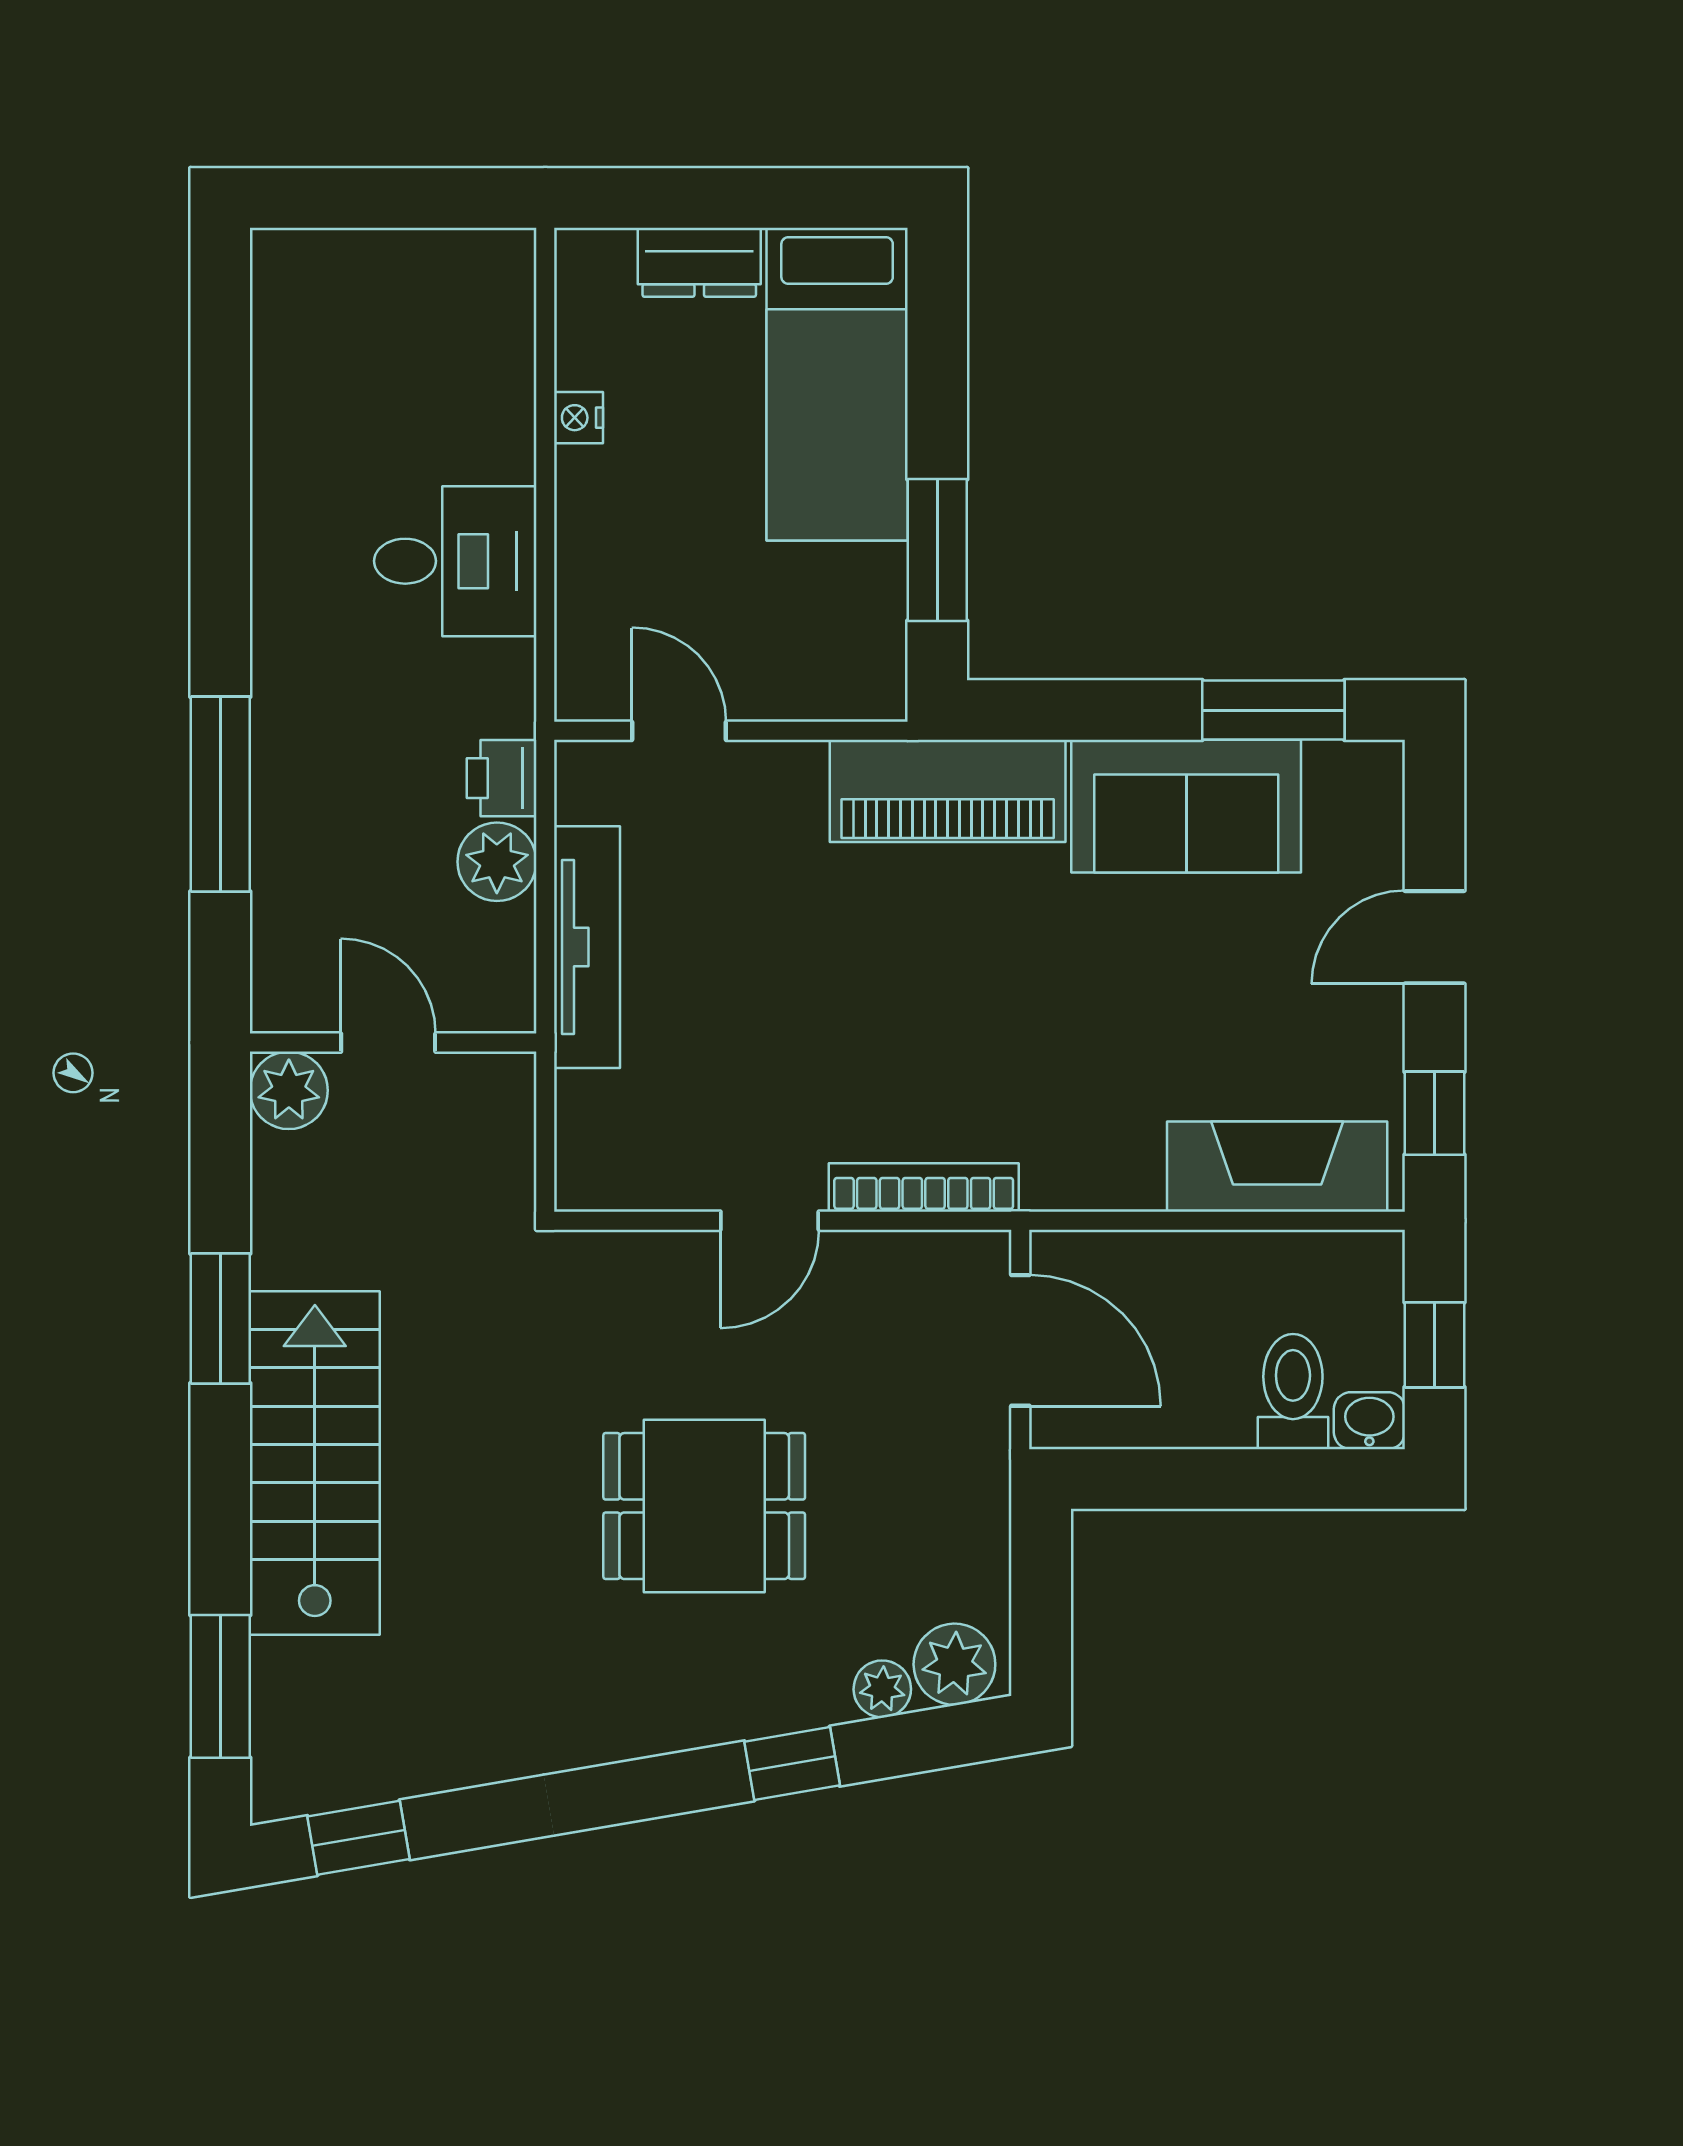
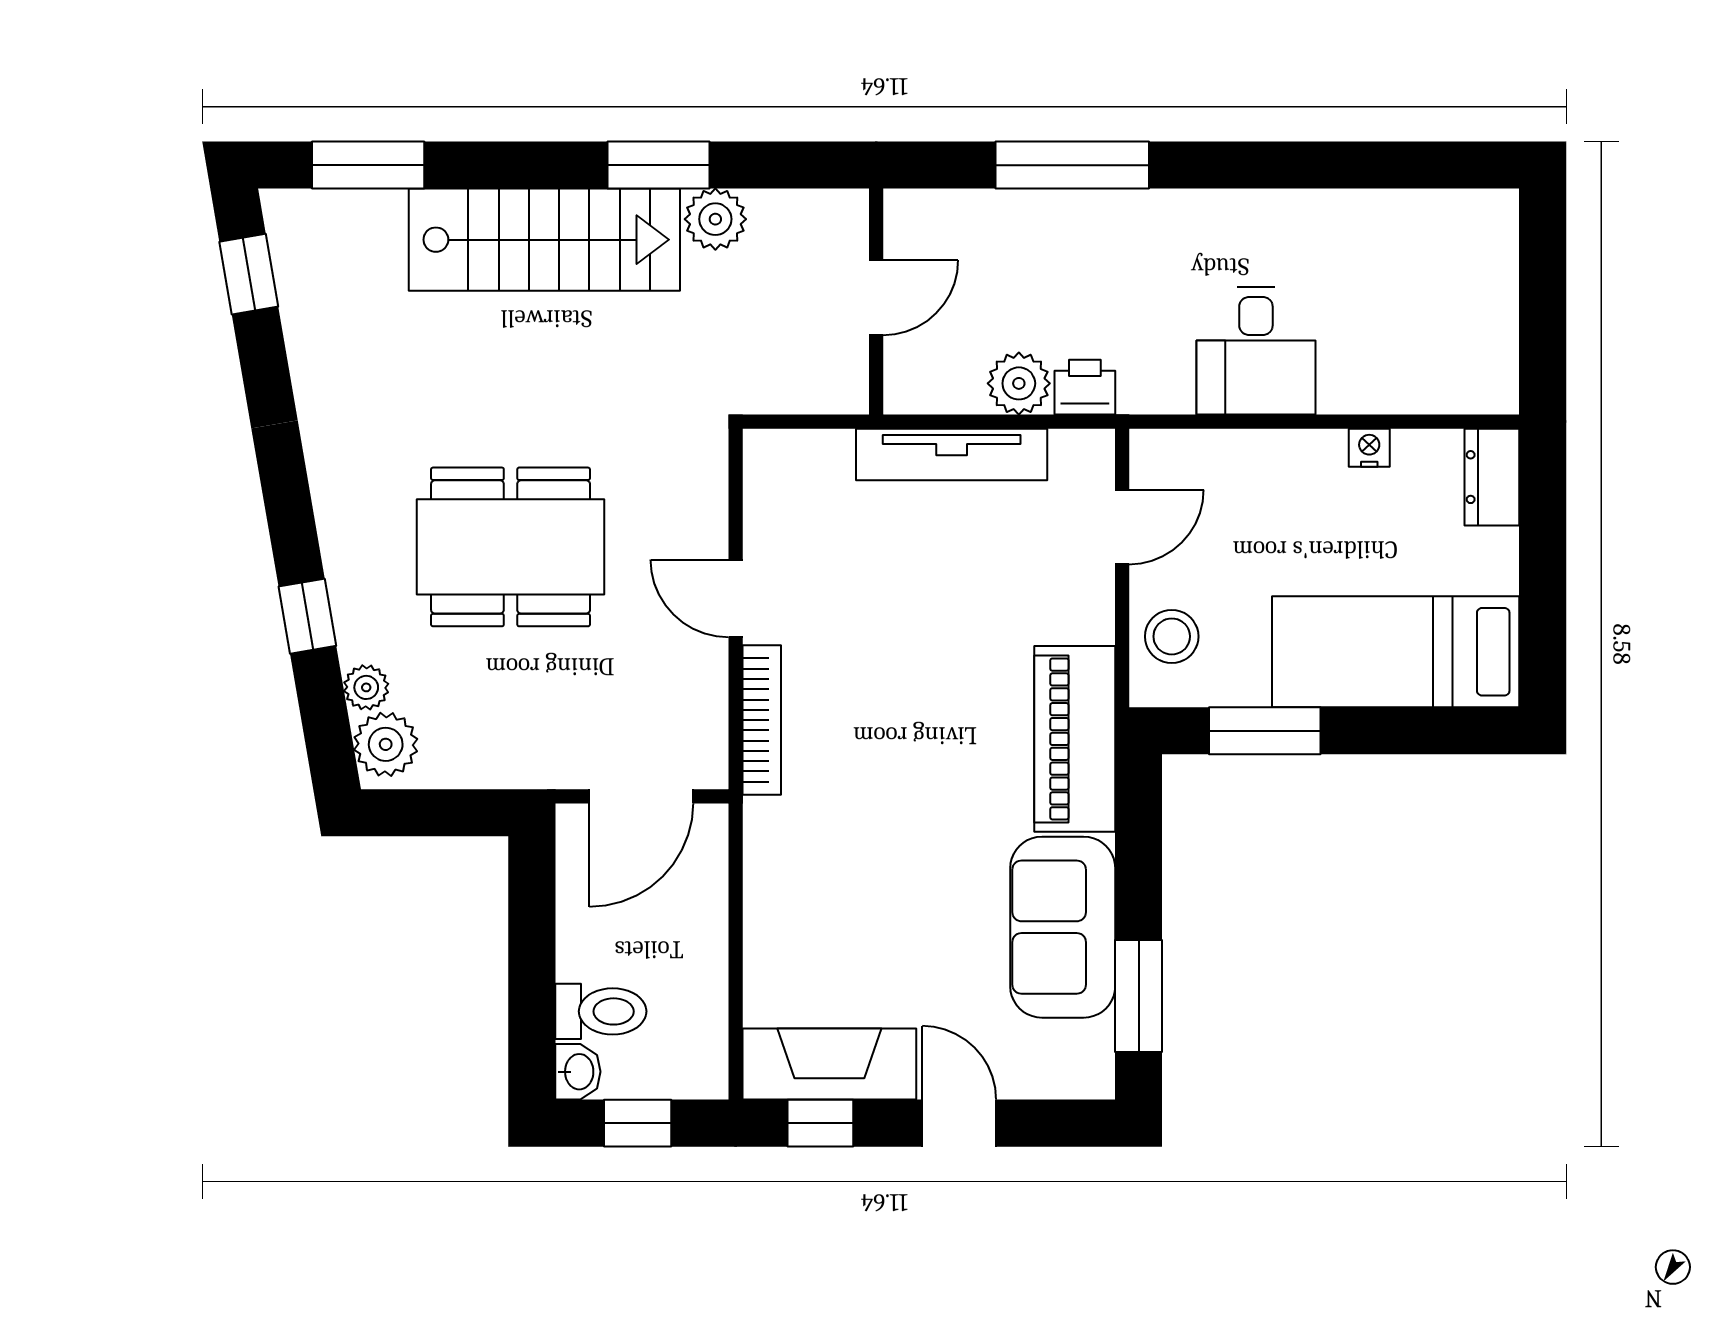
dresser: (699, 262) -> (1492, 477), moved
stool: (818, 668) -> (1172, 636), added
plant: (289, 1090) -> (715, 219), moved
fireplace: (1277, 1167) -> (829, 1064), moved, turned -90
dining table: (704, 1506) -> (511, 547), width x1.38

